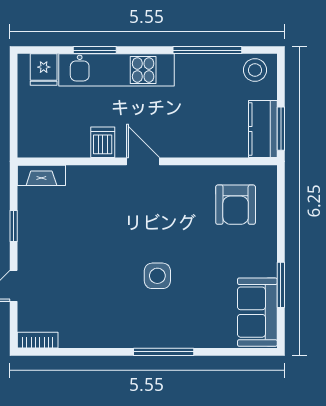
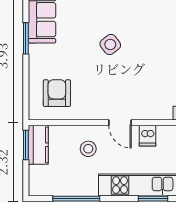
stool: (255, 70) -> (88, 149), moved
side table: (157, 276) -> (110, 44), turned -38

